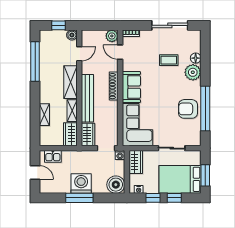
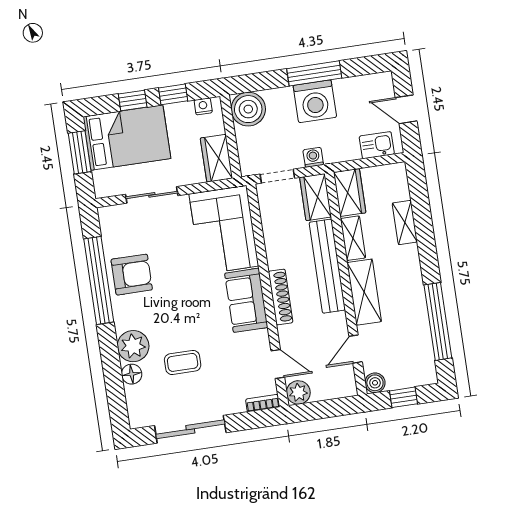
washing machine: (120, 155) -> (313, 157), moved

